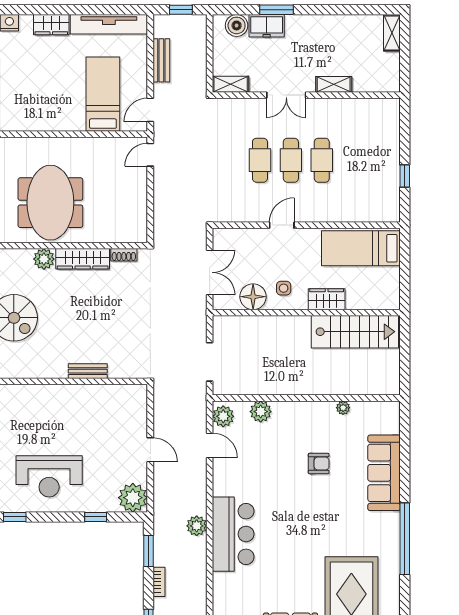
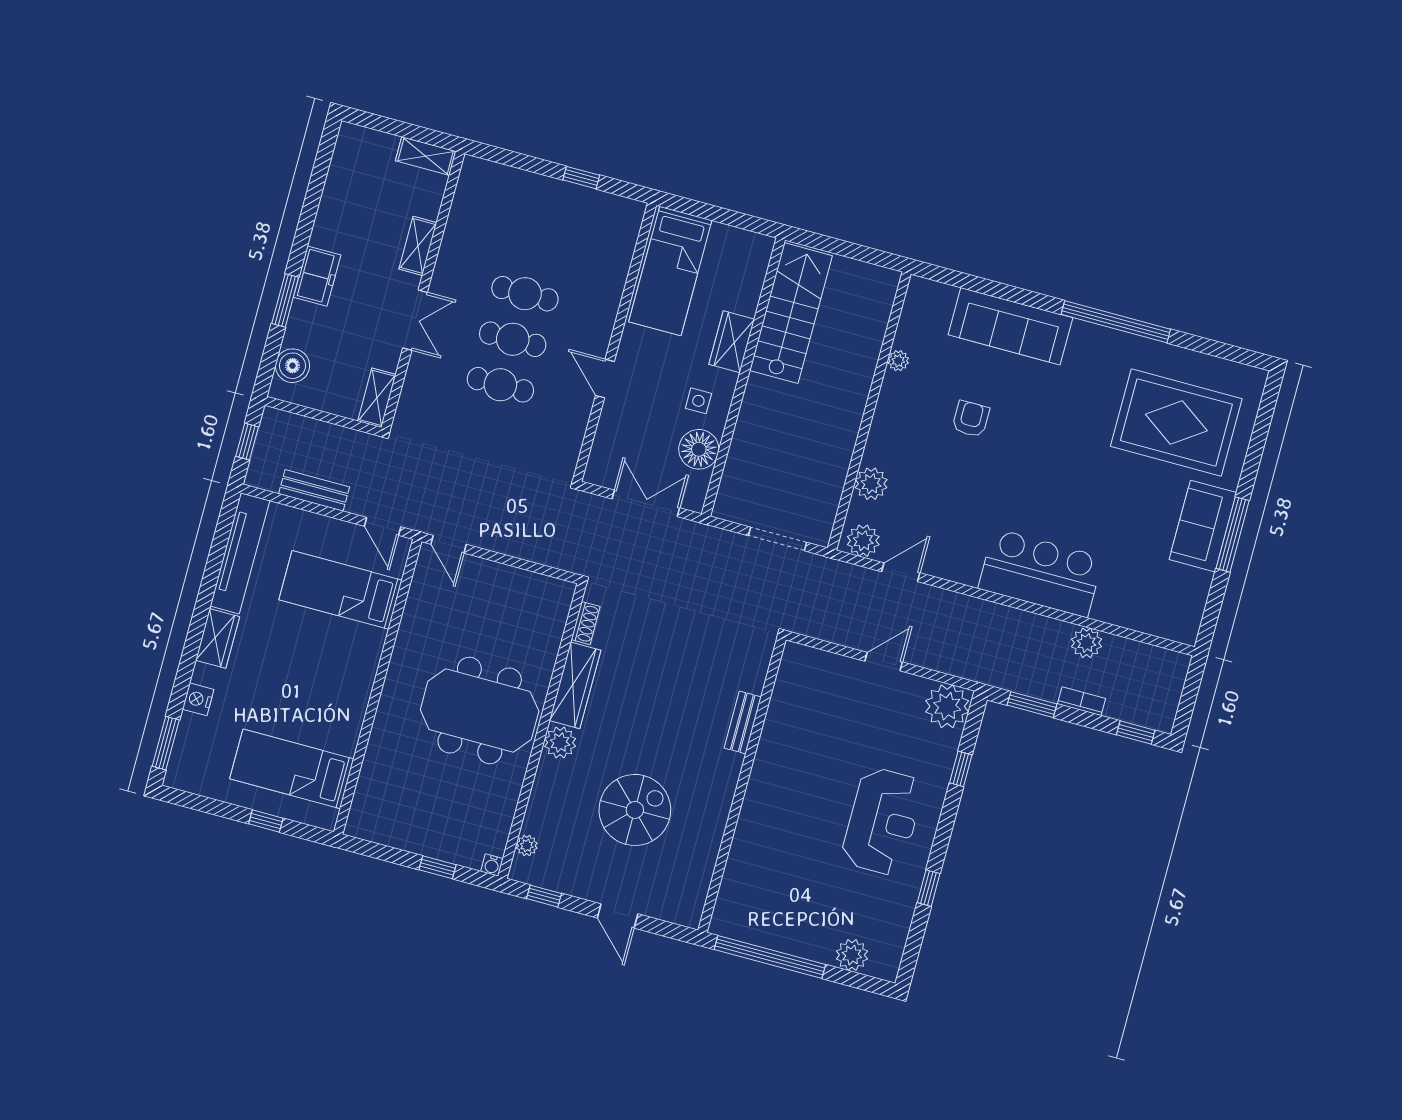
freezer: (267, 26) -> (317, 276), moved
shelving: (392, 33) -> (426, 156), moved
plant: (197, 526) -> (1087, 643), moved

